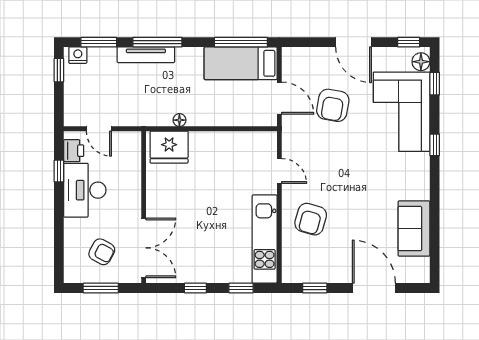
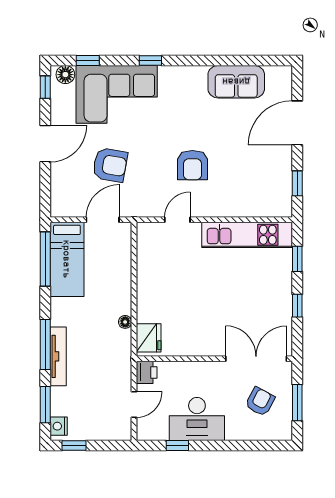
fridge: (169, 147) -> (149, 338), width x0.73, depth x0.75
printer: (74, 151) -> (147, 372), moved, turned 90
armchair: (311, 219) -> (192, 165), moved, turned 74

